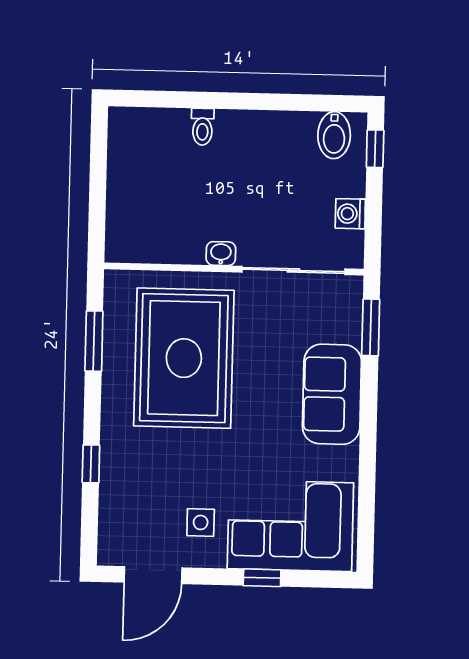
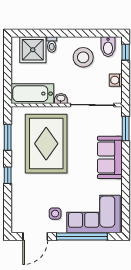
shower: (158, 138) -> (33, 50), added
stool: (275, 158) -> (83, 57), added
bathtub: (154, 240) -> (32, 94), added
window: (91, 464) -> (8, 175), moved
window: (262, 578) -> (82, 237), width x3.17

